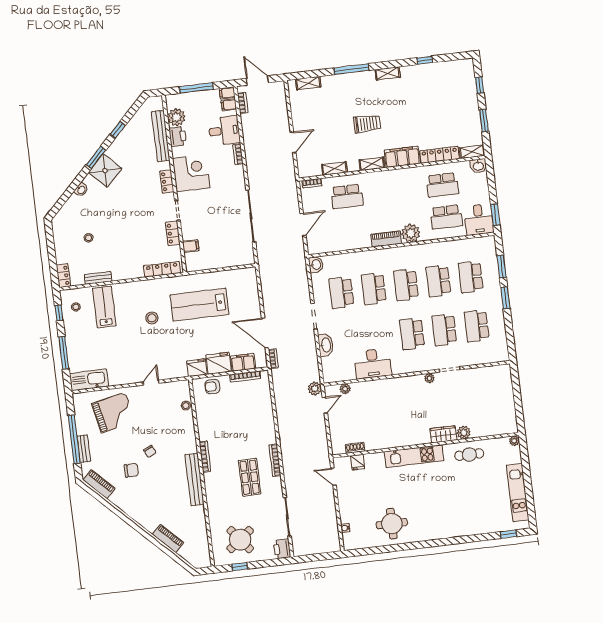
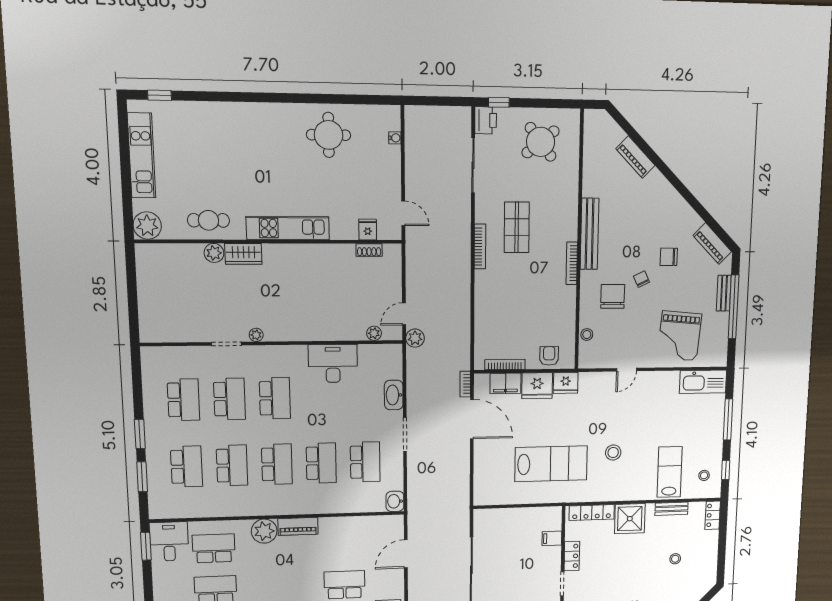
shower: (131, 267) -> (630, 519), added
lab bench: (104, 307) -> (670, 472), turned 180
armchair: (212, 387) -> (549, 356), turned -90
grand piano: (113, 413) -> (679, 336), turned -73
chair: (170, 436) -> (613, 296), added
plant: (514, 441) -> (147, 226), width x1.88, depth x1.88
window: (240, 567) -> (499, 102), moved

